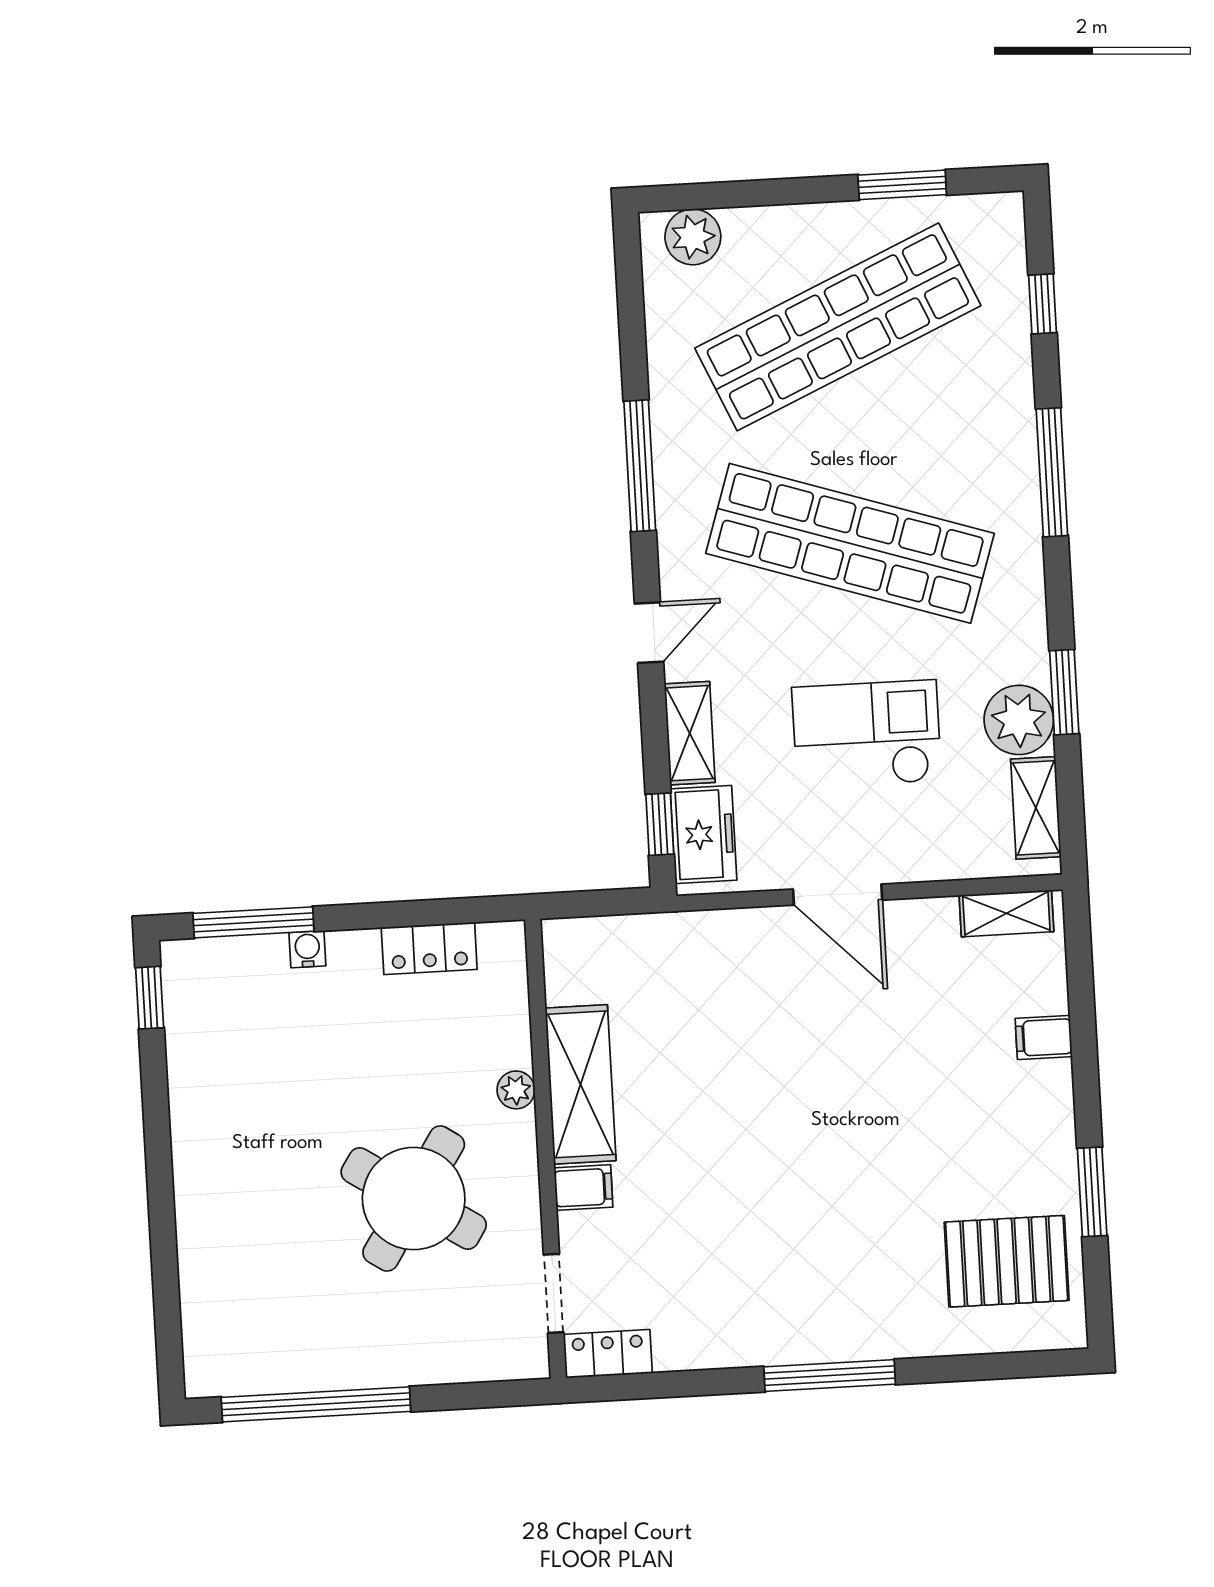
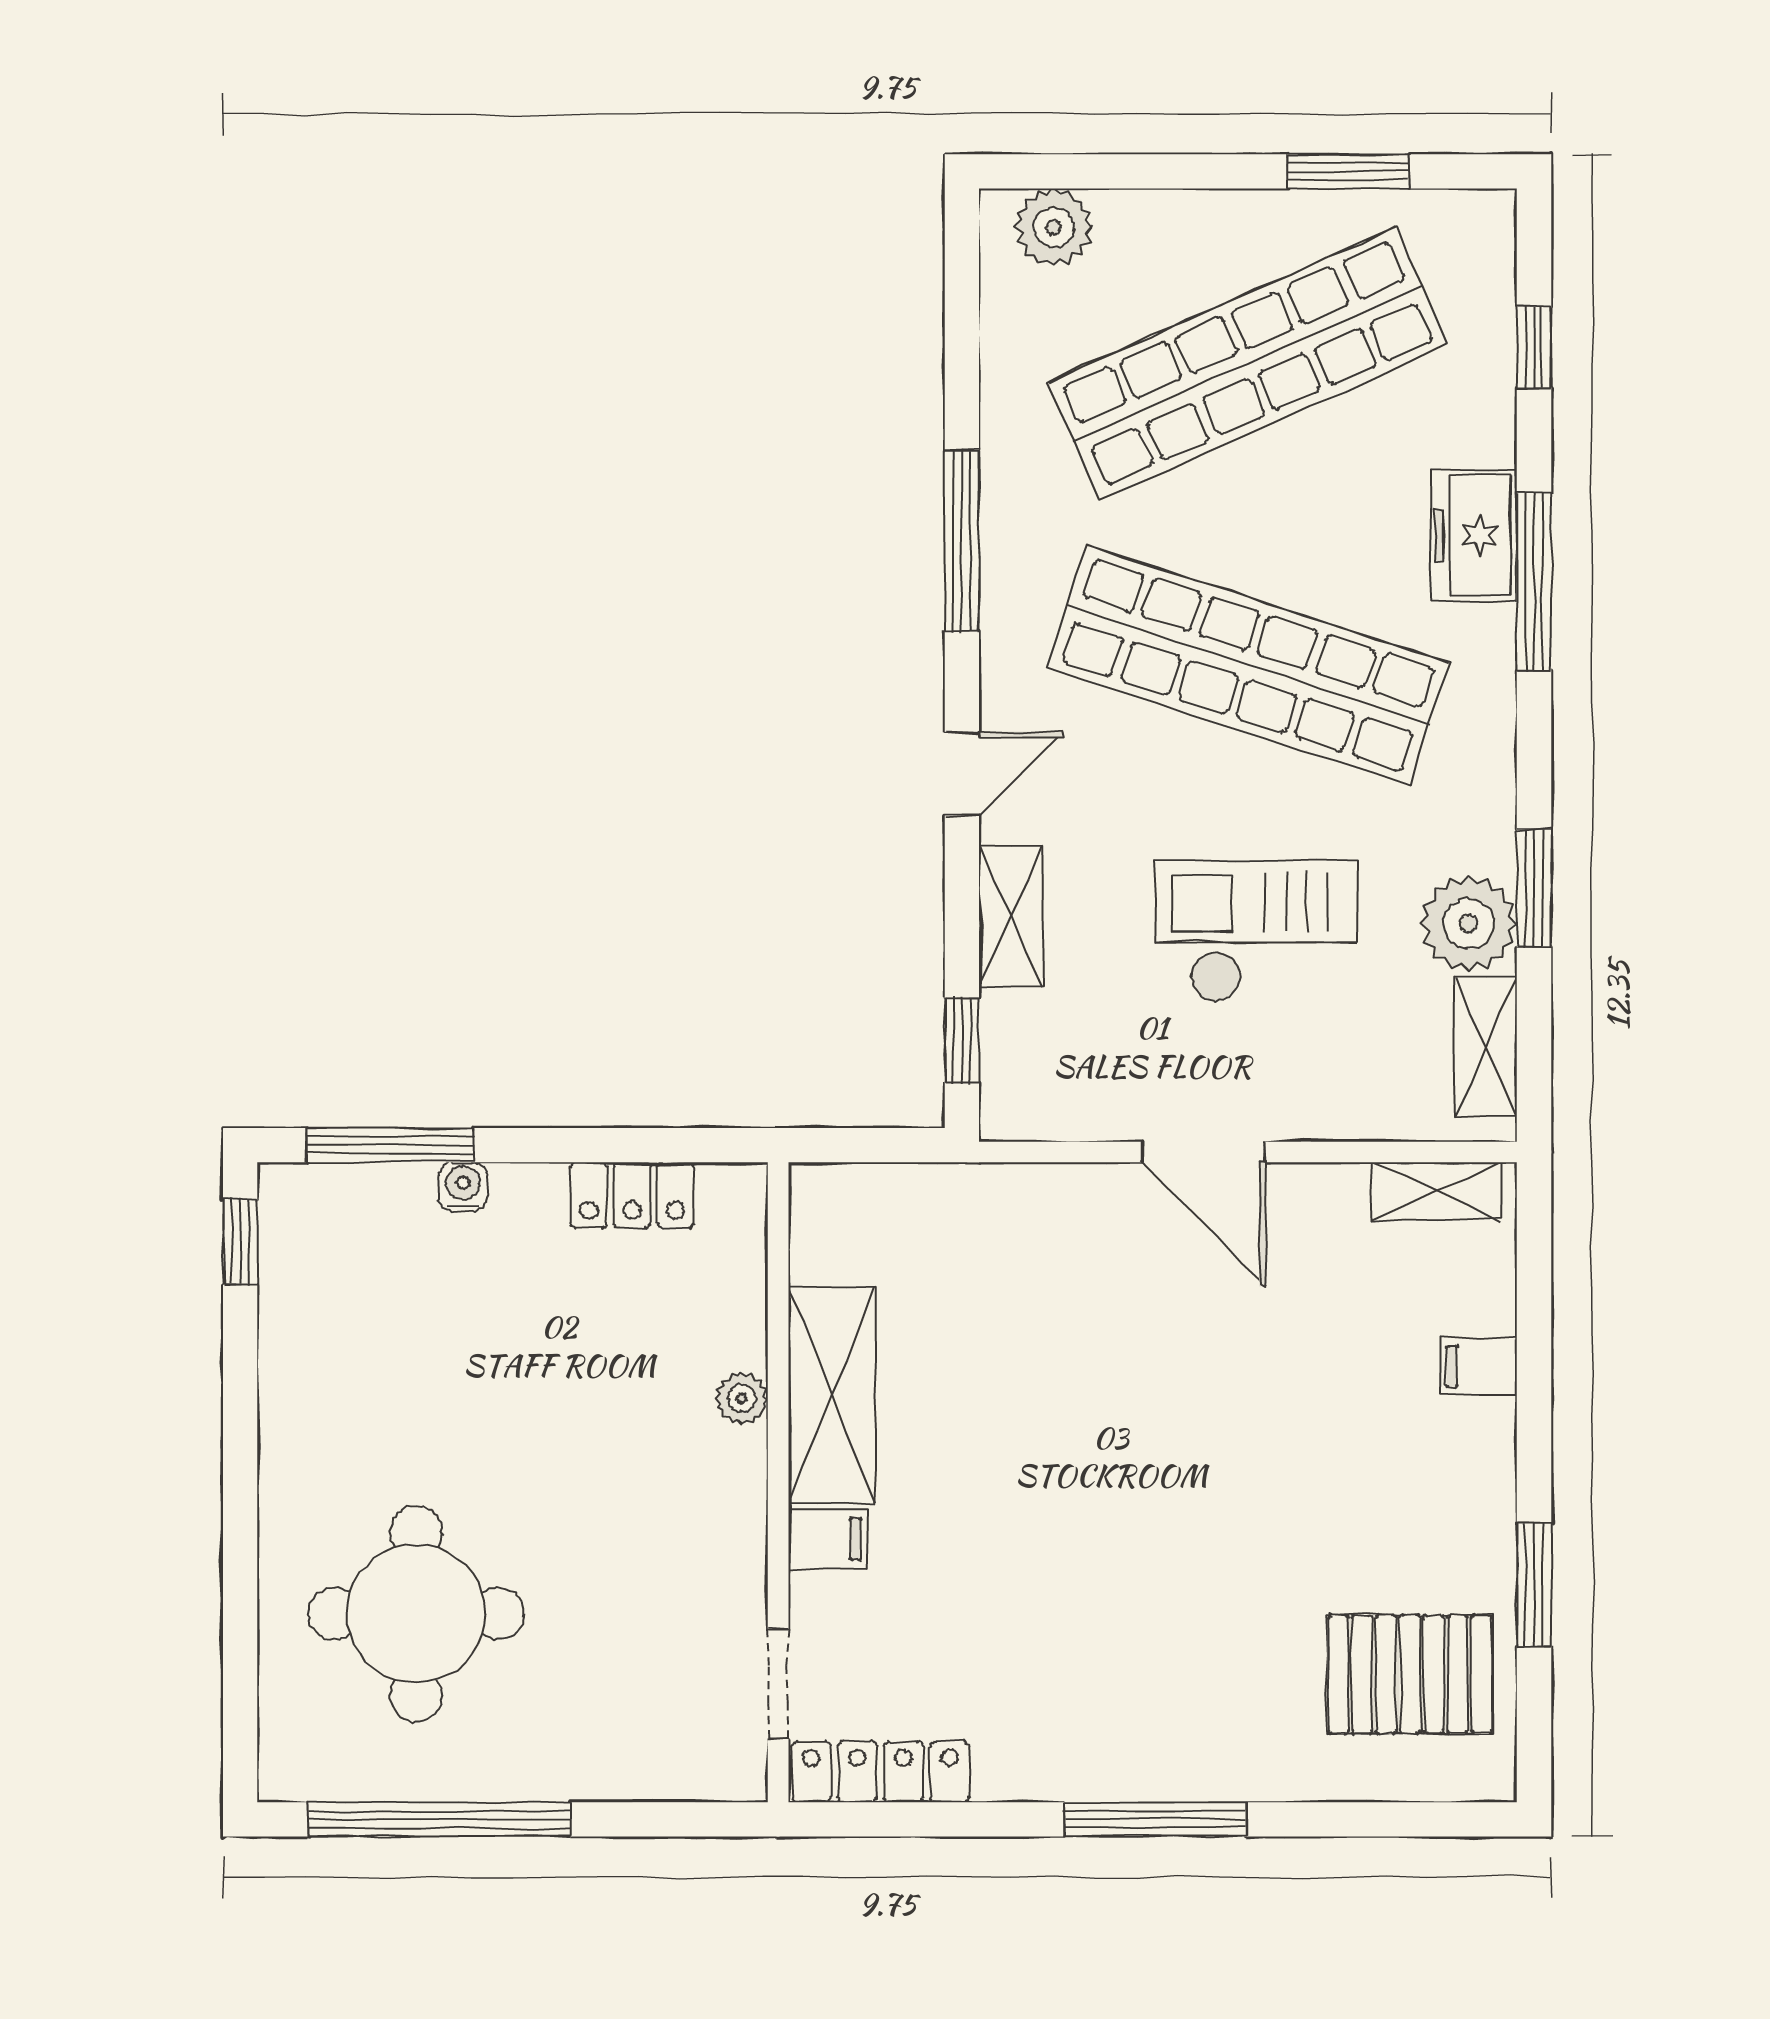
freezer: (704, 835) -> (1474, 535), moved, turned 180
round table: (414, 1199) -> (416, 1614), moved, turned -33
locker: (608, 1354) -> (880, 1772), width x1.53

